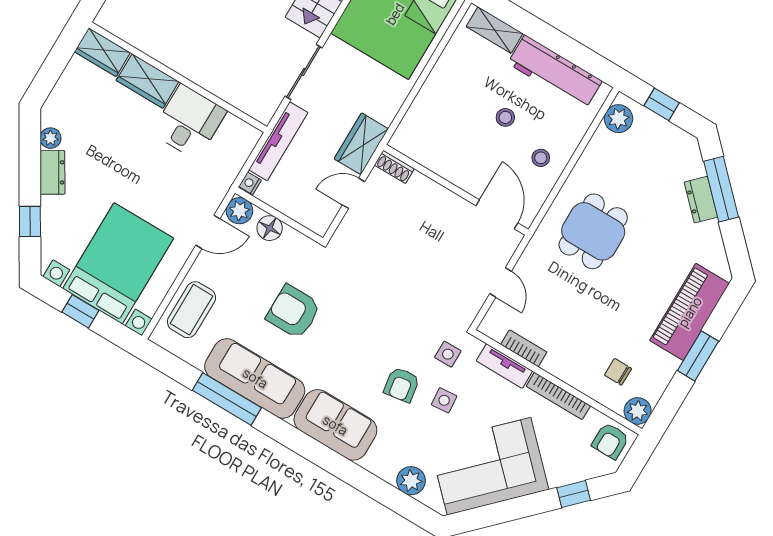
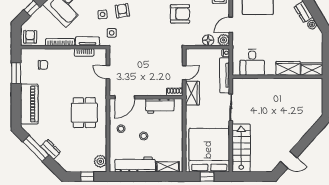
desk: (189, 122) -> (252, 62), moved
workbench: (439, 157) -> (160, 106), added
window: (721, 189) -> (36, 148), moved
door: (497, 214) -> (125, 97), hinge flipped
window: (698, 356) -> (16, 73), moved
plant: (638, 411) -> (27, 54), removed

